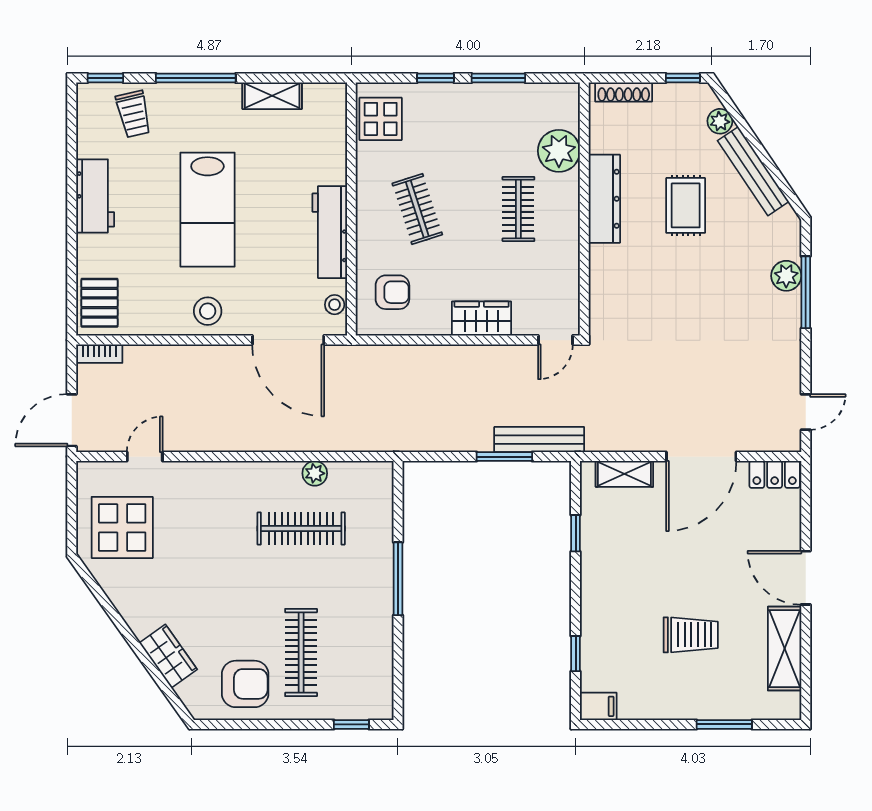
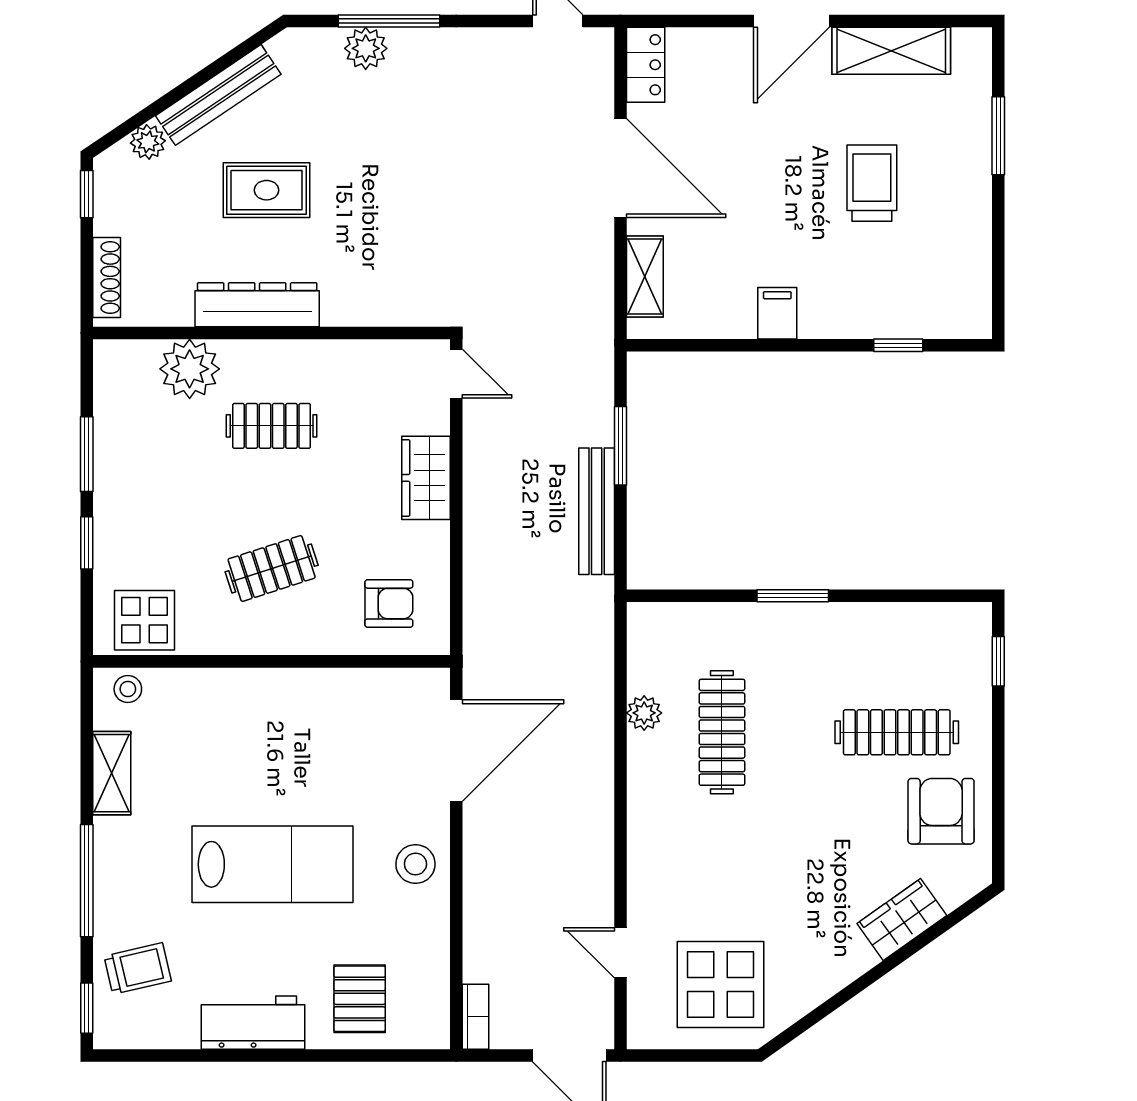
workbench: (330, 232) -> (304, 692), removed
armchair: (392, 292) -> (389, 604), turned 90
pallet: (99, 303) -> (360, 999), moved, turned 90
stool: (335, 305) -> (128, 689), moved
bench: (539, 440) -> (597, 511), moved
window: (576, 533) -> (729, 345), removed
window: (398, 579) -> (793, 596), width x0.69
filing cabinet: (598, 706) -> (777, 313), moved

